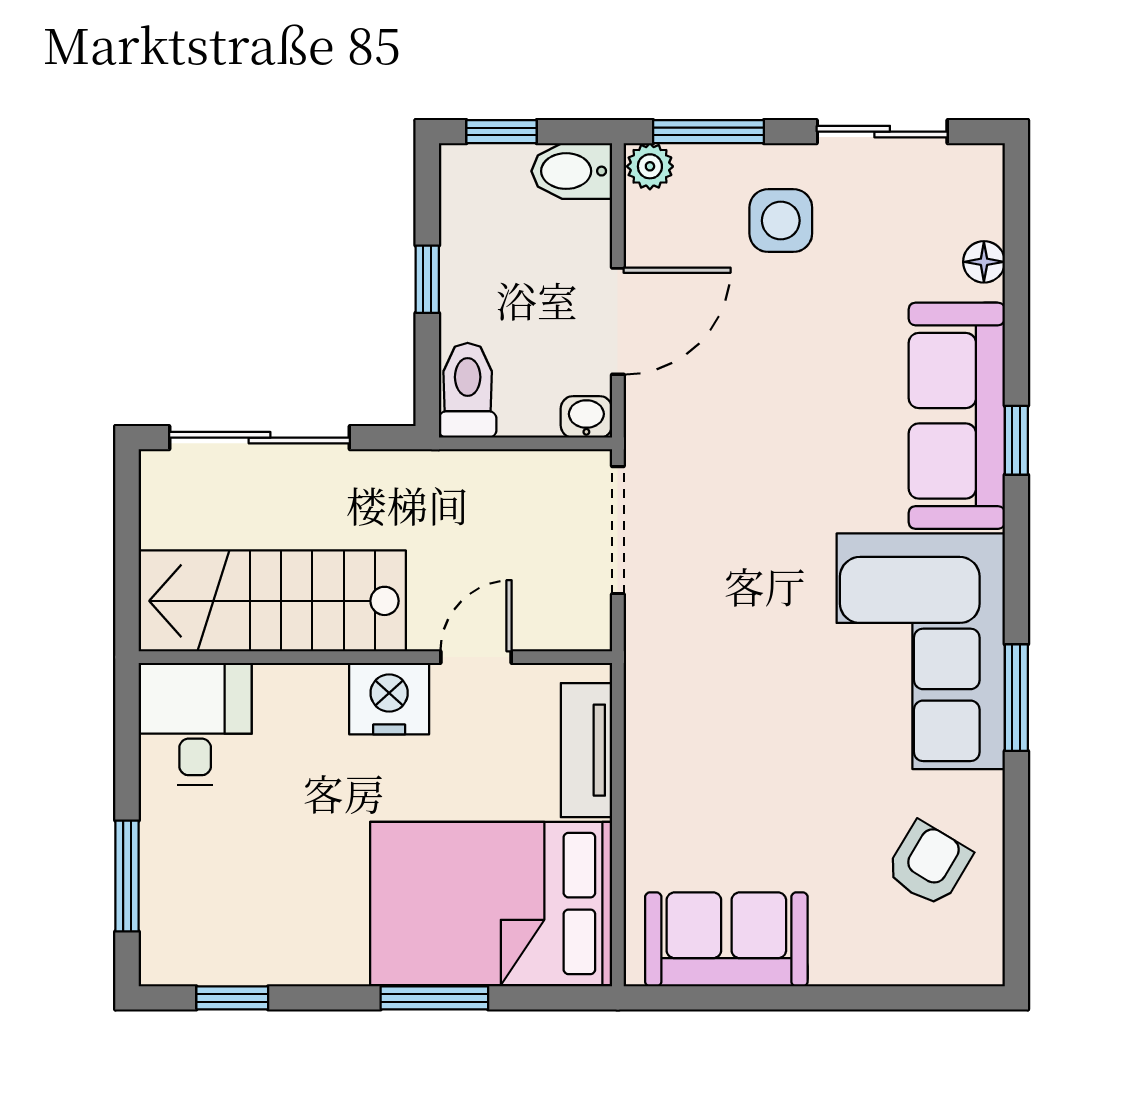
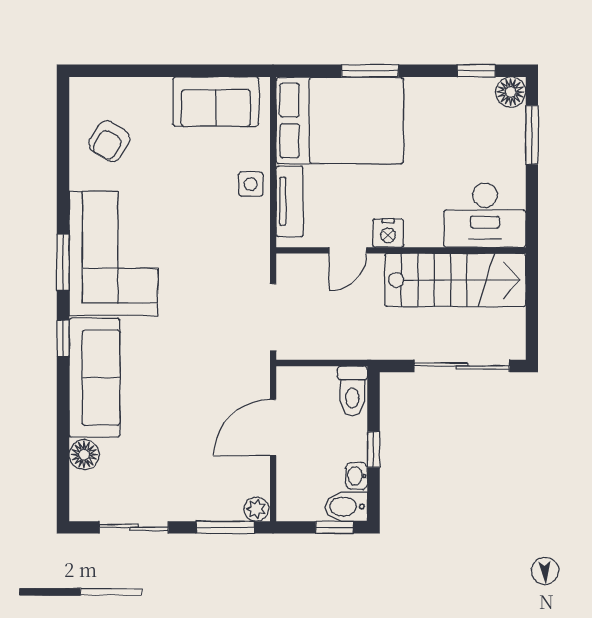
bidet: (572, 171) -> (346, 507), moved, turned 180
side table: (781, 221) -> (251, 184), moved, width x0.73, depth x0.73
floor lamp: (984, 262) -> (84, 455), width x1.37, depth x1.37
washbasin: (586, 417) -> (357, 476), moved, turned 90
window: (1016, 440) -> (63, 338), moved
window: (1016, 698) -> (63, 263), moved
nightstand: (389, 699) -> (388, 233), width x0.74, depth x0.75
desk: (195, 724) -> (485, 215), width x1.37
floor lamp: (167, 958) -> (511, 92), added

